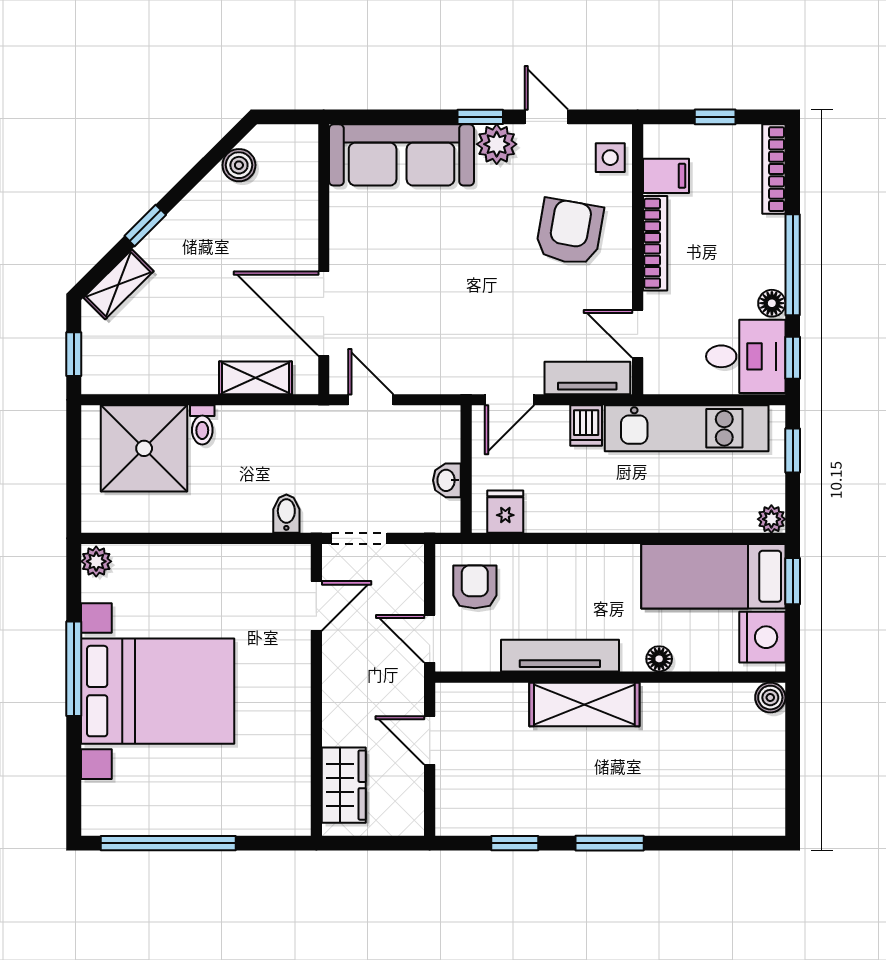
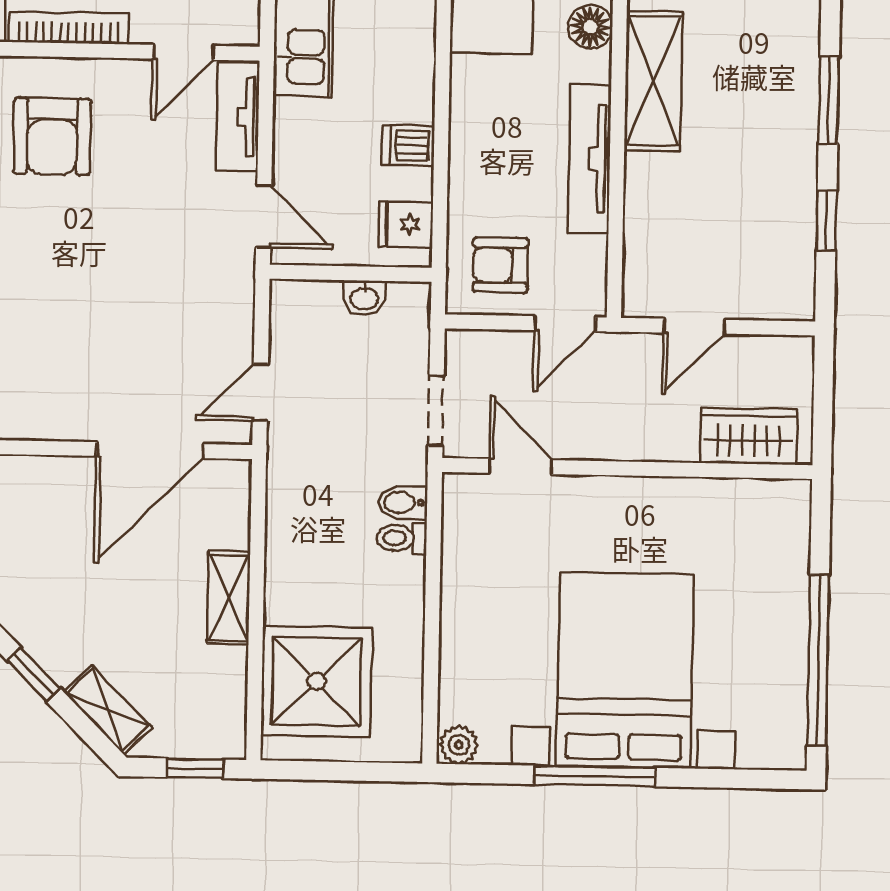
armchair: (569, 232) -> (52, 136), turned -100
shelving: (256, 378) -> (229, 598), moved
toilet: (202, 425) -> (402, 538), moved, turned 180
dishwasher: (586, 425) -> (408, 146), moved, turned 180
floor lamp: (659, 659) -> (590, 27), width x1.37, depth x1.37
shelving: (584, 705) -> (653, 81), moved

